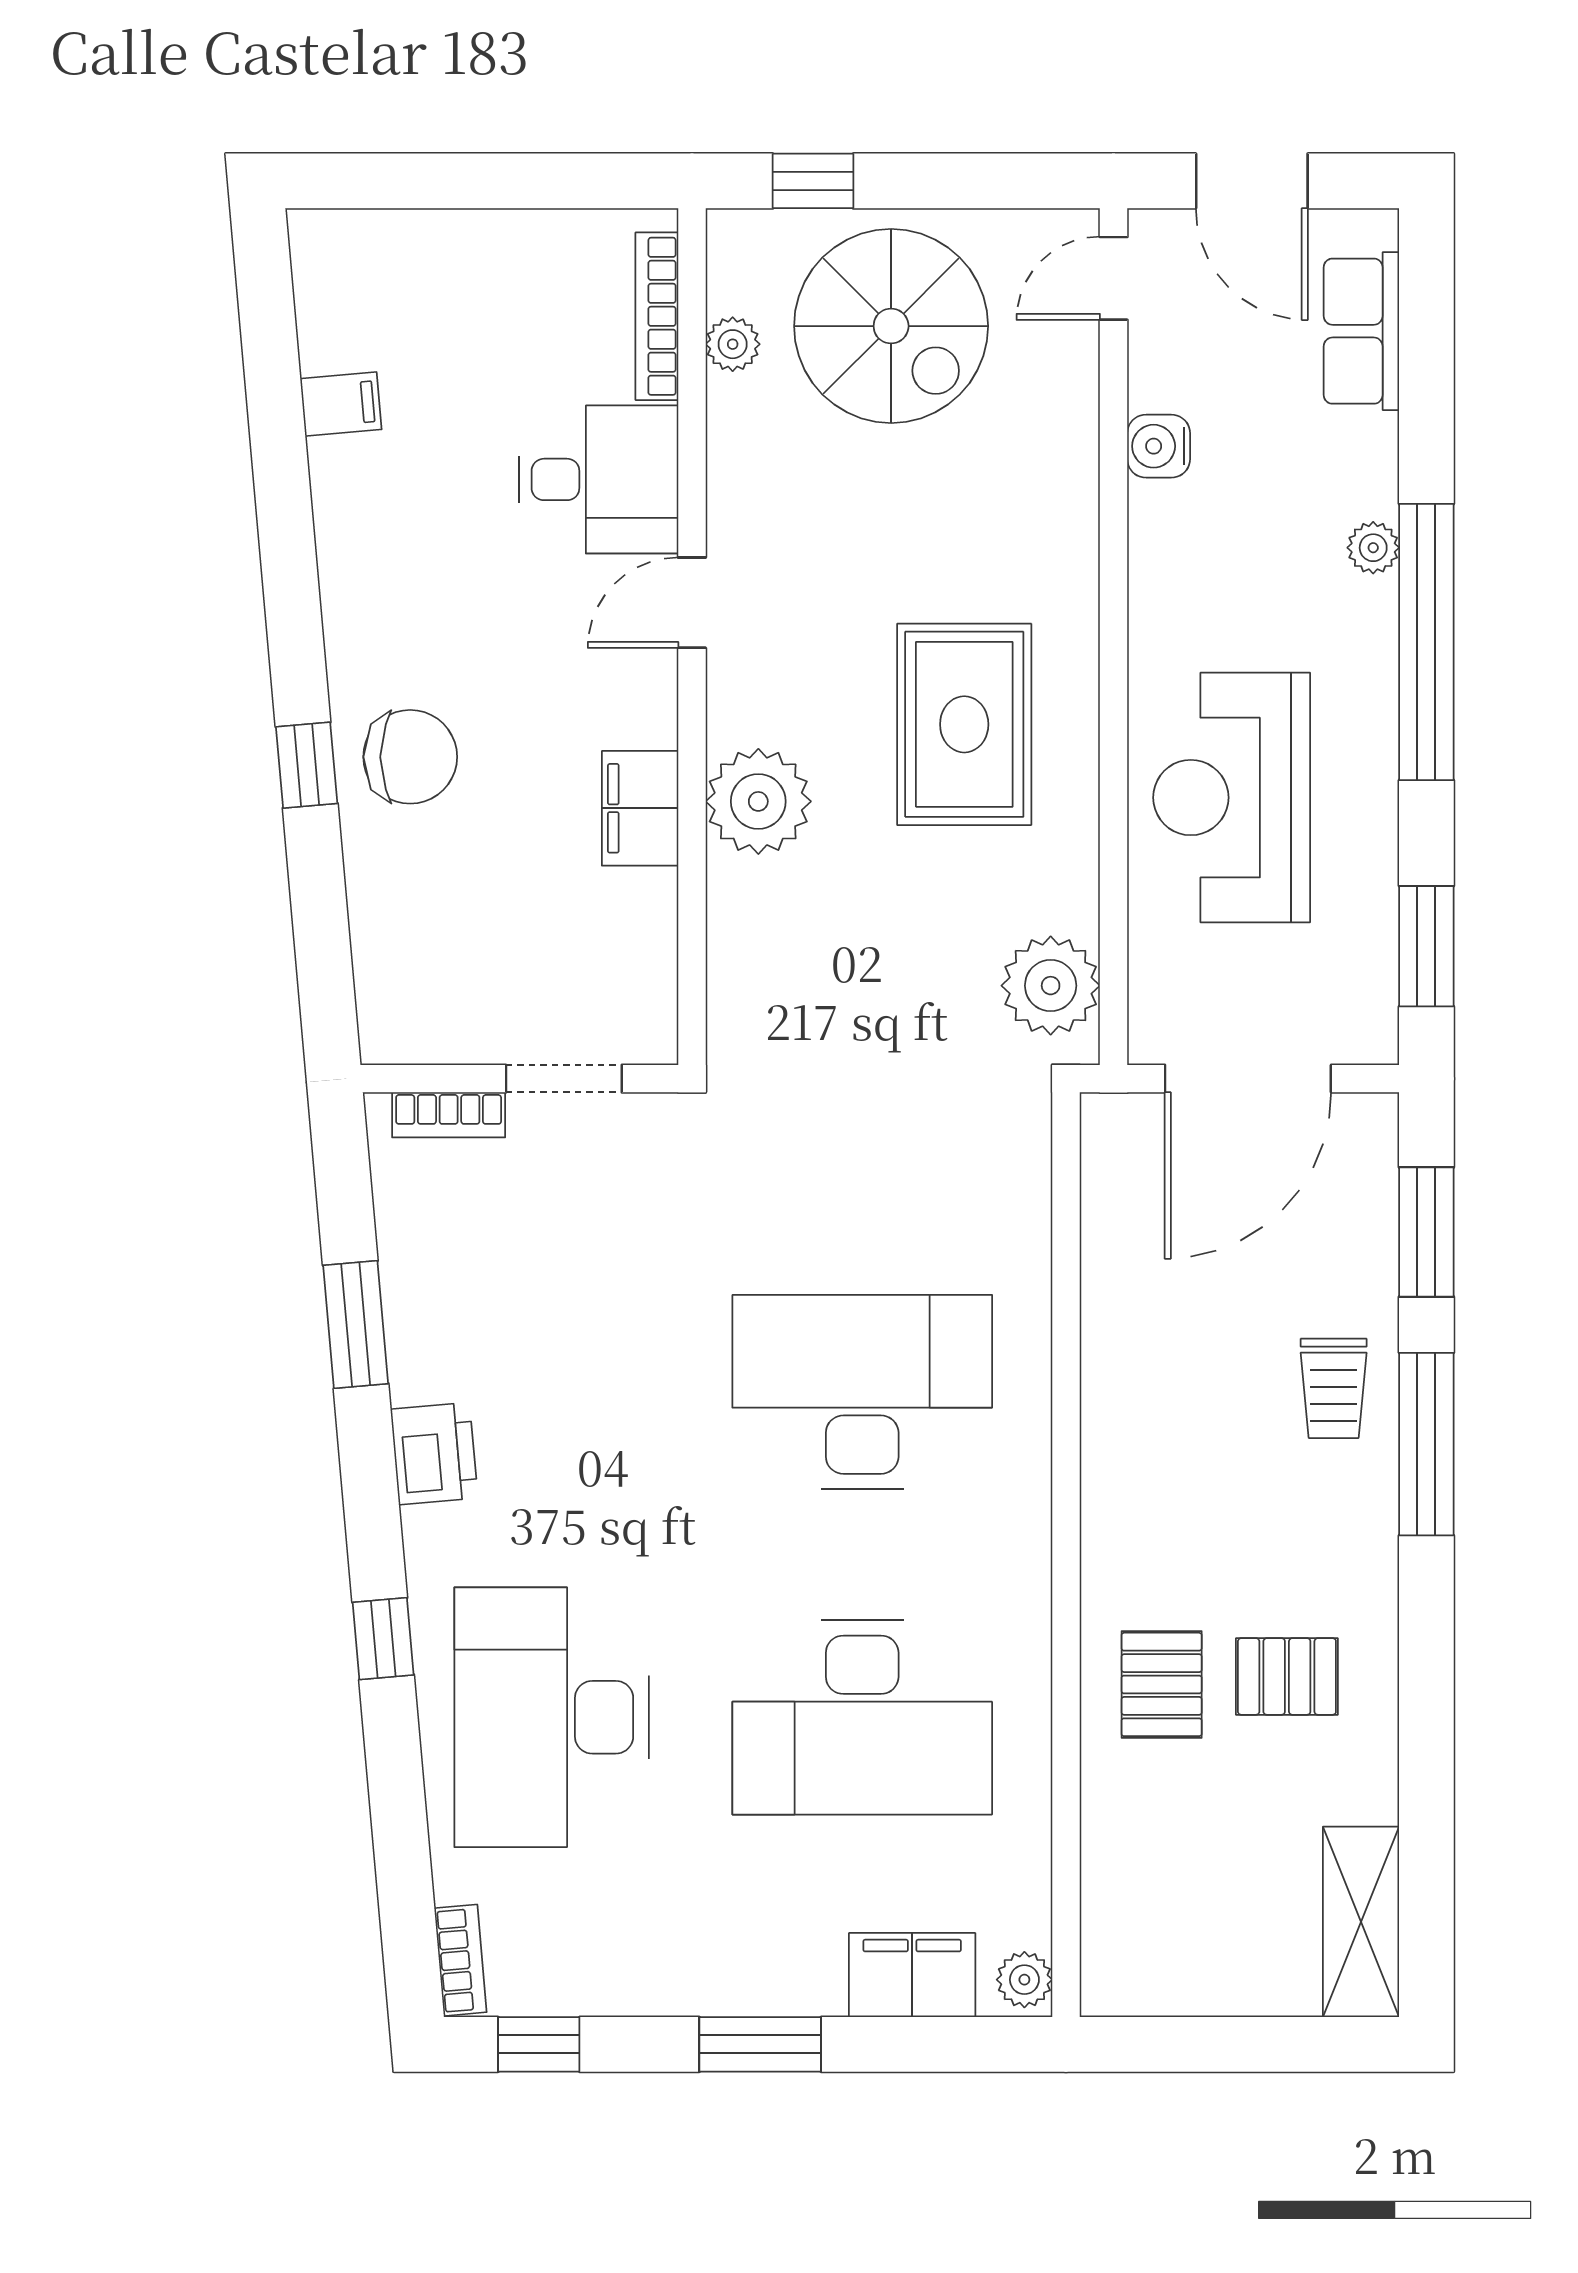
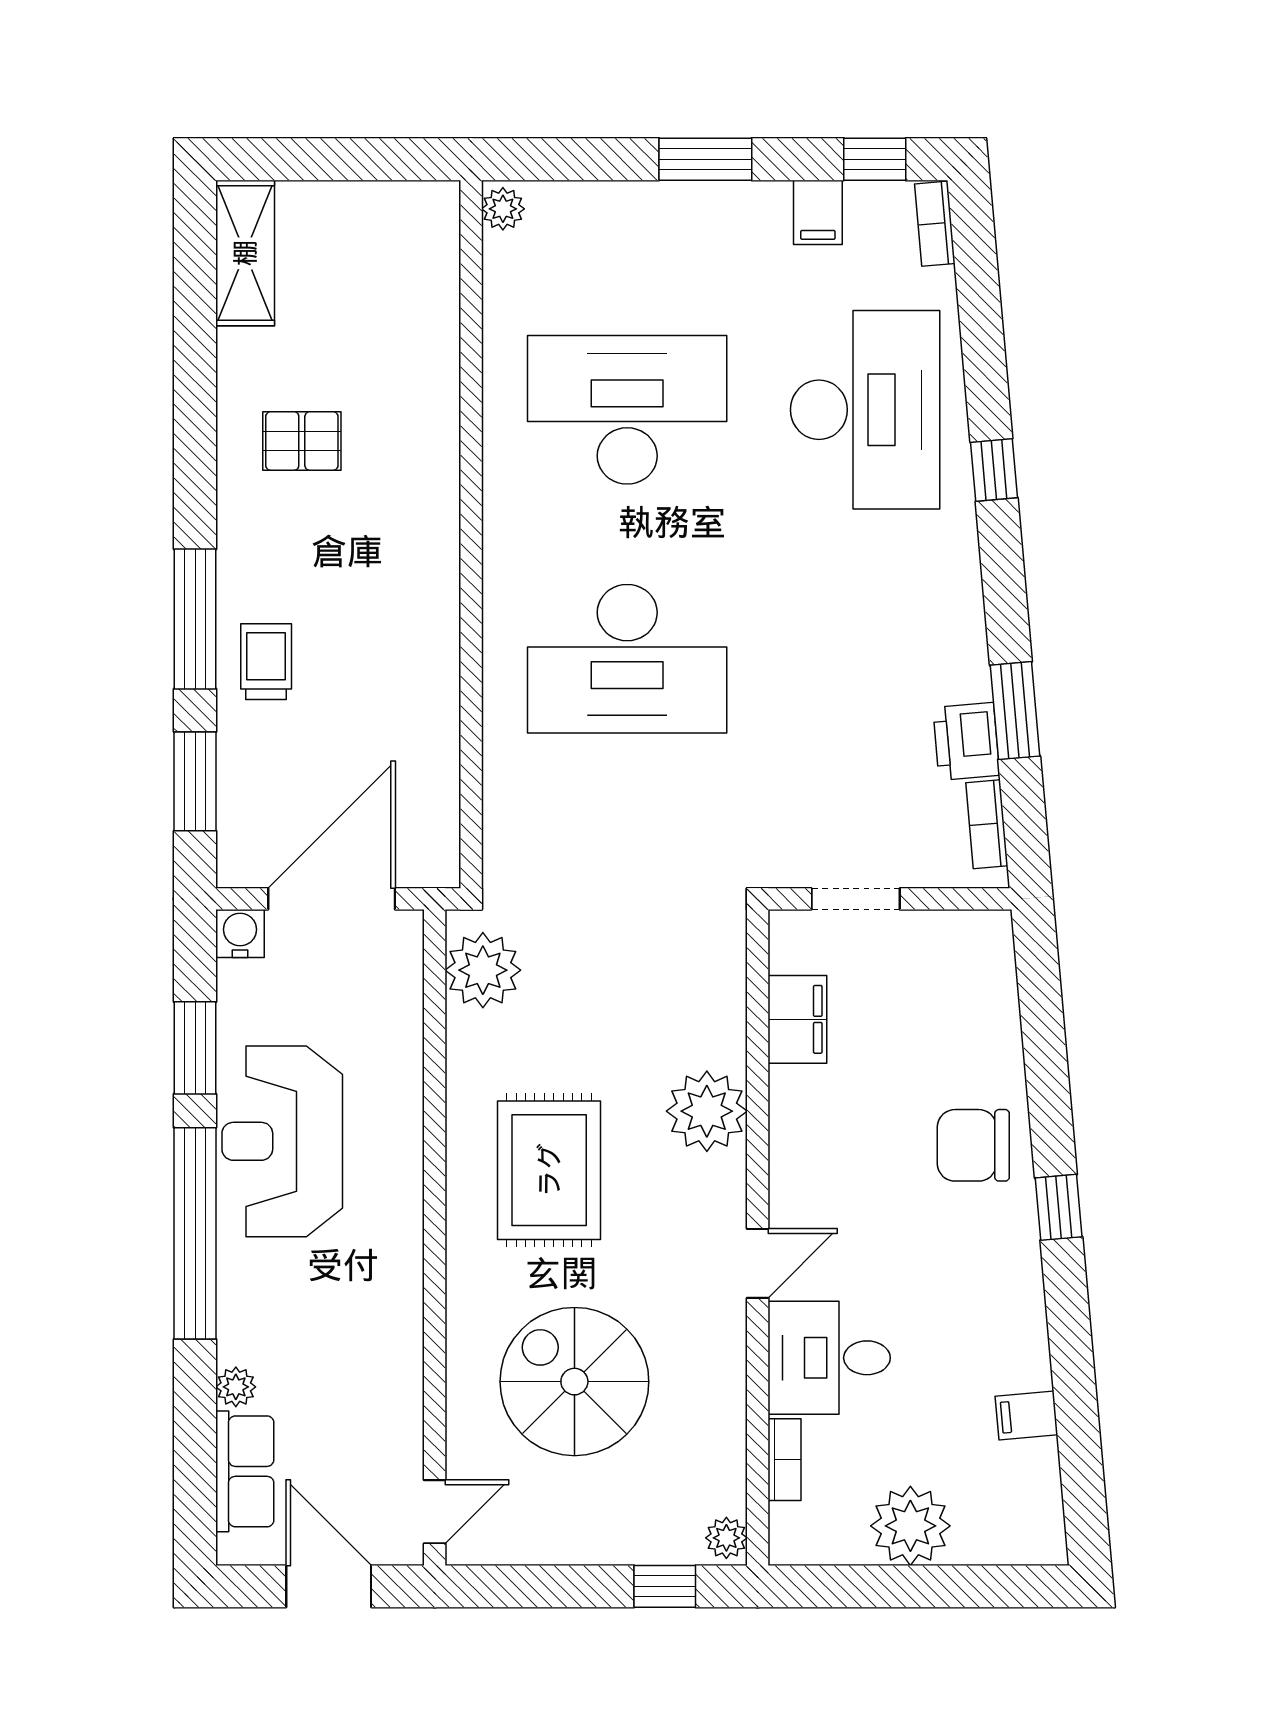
plant: (492, 260) -> (910, 1526), added
bookcase: (657, 316) -> (784, 1460), width x0.64
spiral stairs: (891, 326) -> (574, 1382), moved
plant: (733, 344) -> (726, 1538), moved
water cooler: (1159, 446) -> (240, 933), moved, turned -90
plant: (1373, 548) -> (236, 1387), moved
window: (307, 765) -> (1059, 1207), moved
reception desk: (1232, 798) -> (282, 1141), moved, turned 180
filing cabinet: (640, 808) -> (797, 1019), moved
window: (1426, 946) -> (195, 1048), moved
bookcase: (449, 1115) -> (987, 824), moved, turned -95
printer: (434, 1454) -> (966, 741), moved
pallet: (1162, 1684) -> (398, 435), removed
filing cabinet: (912, 1975) -> (818, 212), moved, width x0.50

